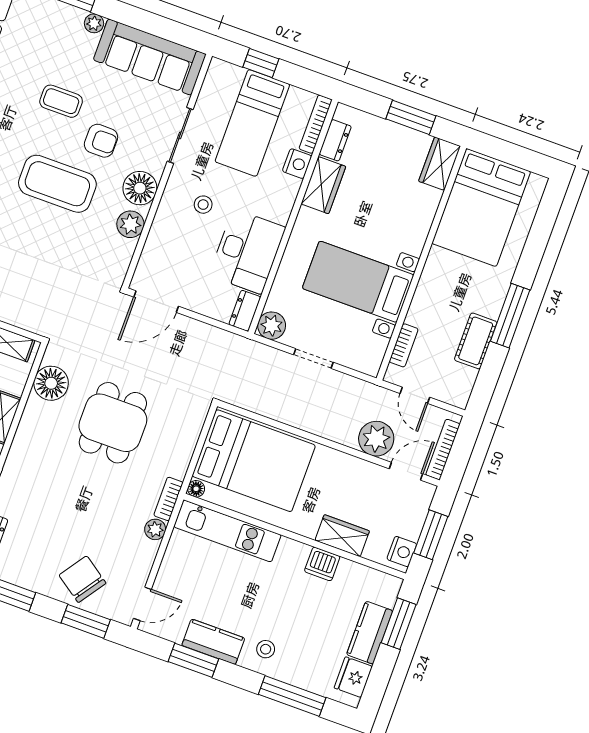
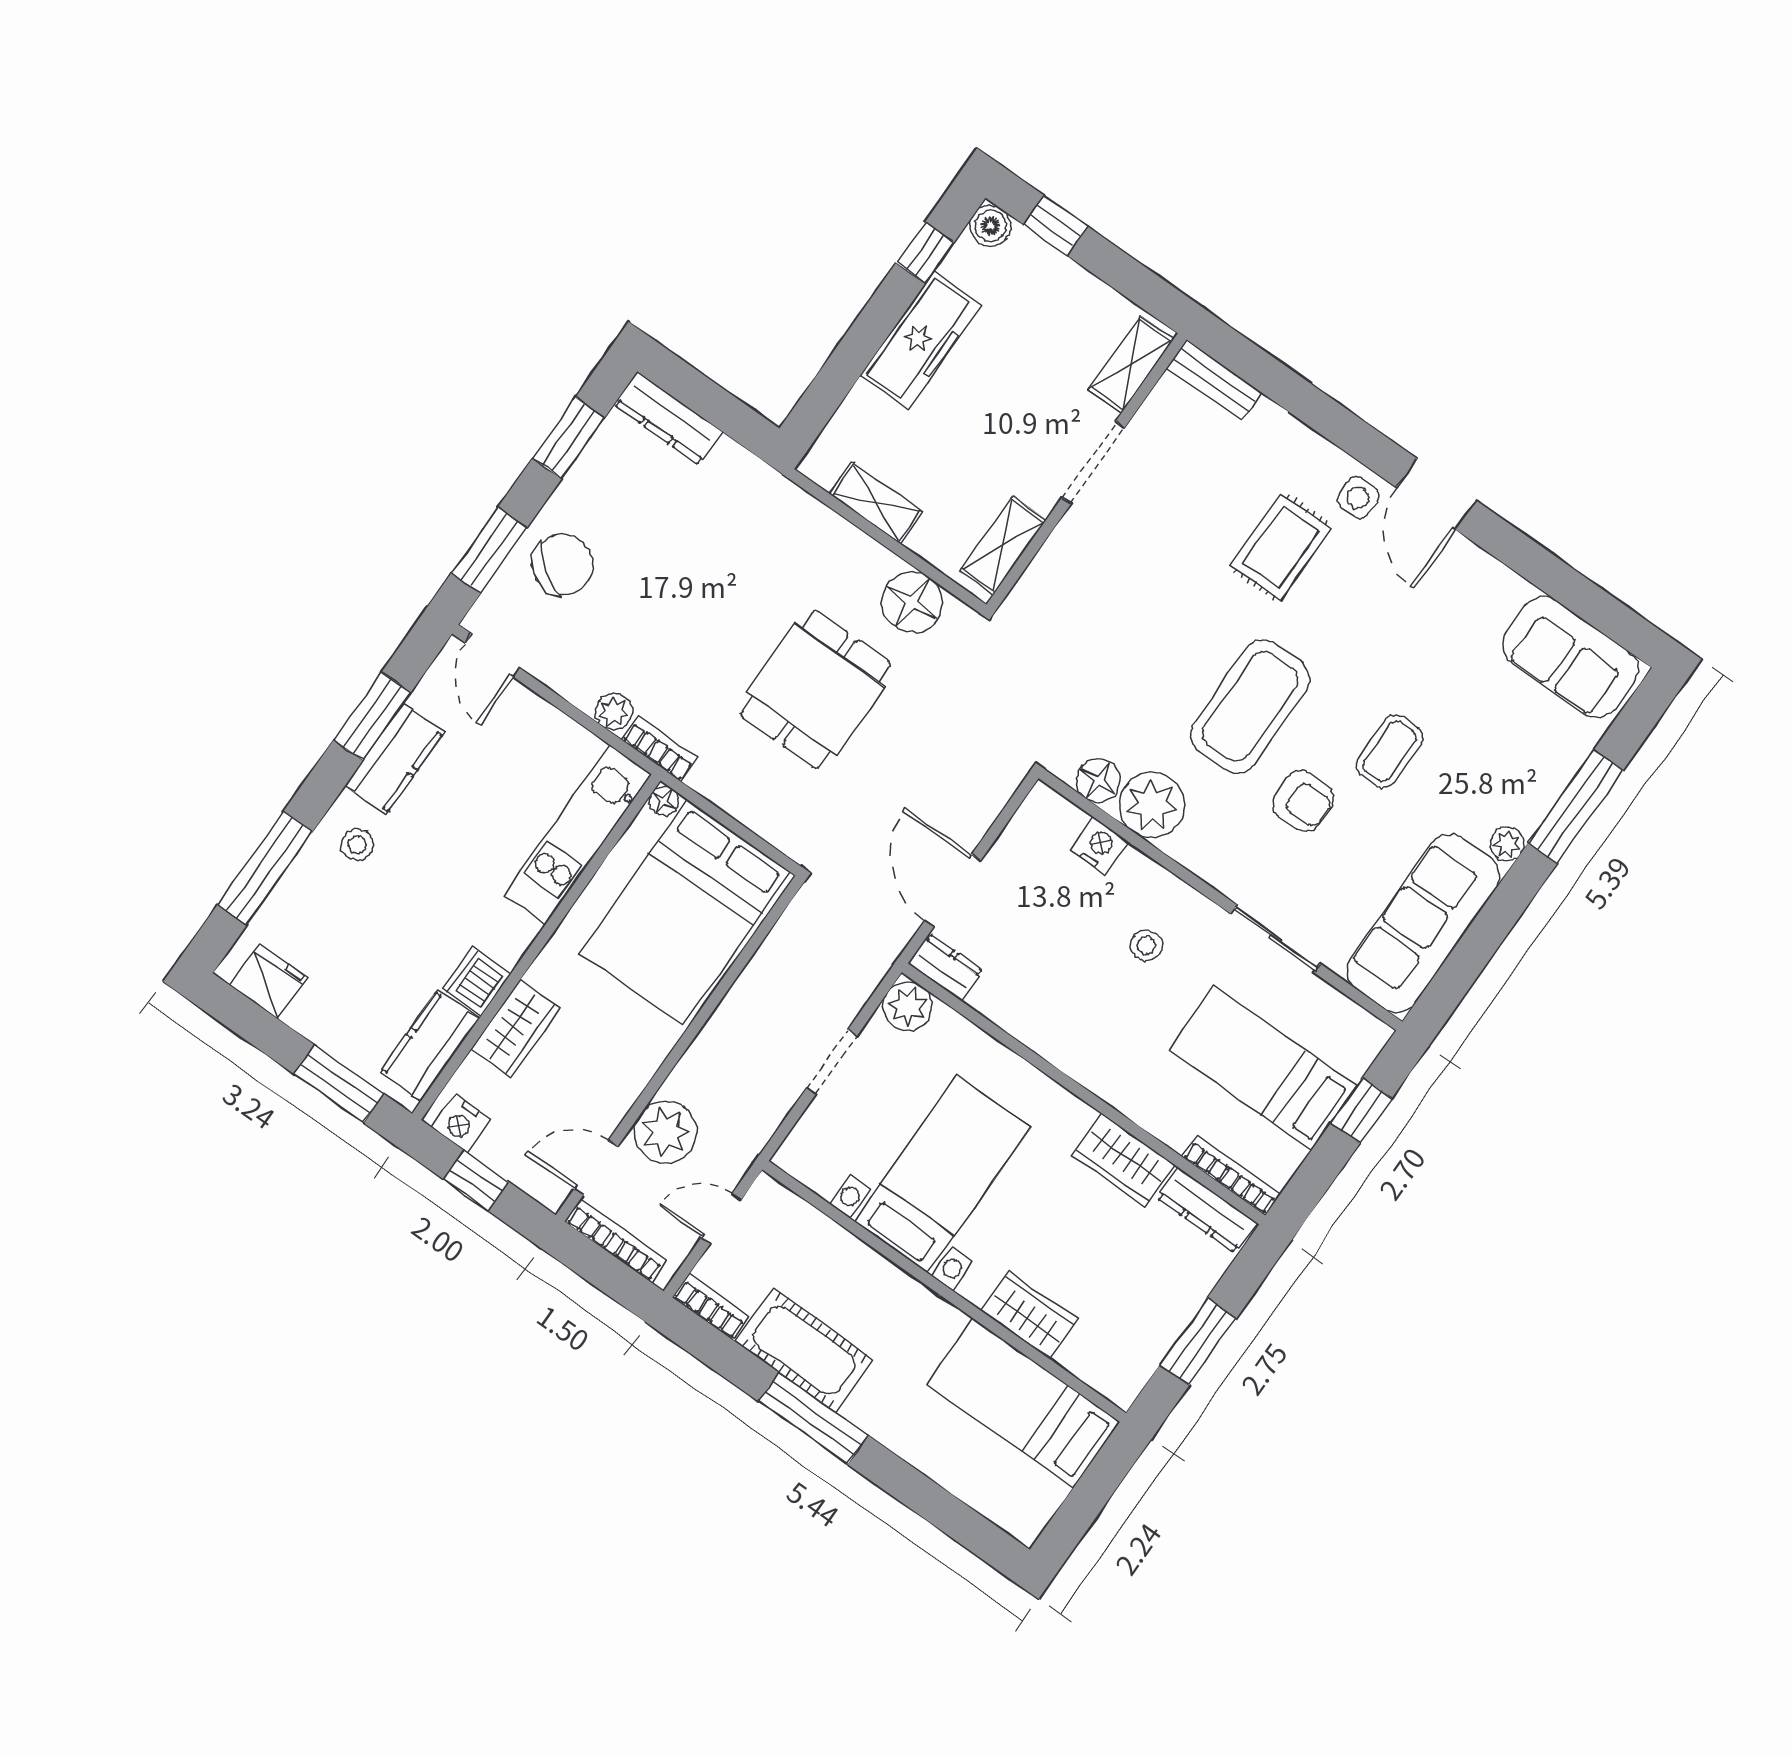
dresser: (335, 140) -> (1206, 1210), width x1.44
armchair: (101, 141) -> (1303, 801), turned -90
nightstand: (297, 164) -> (1099, 846), moved, turned 180
wardrobe: (440, 164) -> (1029, 1315), moved
floor lamp: (140, 188) -> (1098, 781), moved, width x0.73, depth x0.73
bed: (481, 207) -> (1023, 1403), width x0.67
plant: (130, 224) -> (1152, 805), width x1.36, depth x1.36
desk: (247, 251) -> (1046, 999), removed
door: (156, 302) -> (953, 890), moved
cot: (476, 341) -> (804, 1350), width x1.37, depth x1.34
bookcase: (404, 345) -> (711, 1307), moved, turned 180
dining table: (113, 423) -> (816, 689), turned 90
door: (406, 471) -> (596, 1168), swing flipped
window: (431, 535) -> (476, 1180), width x0.67
kitchen counter: (370, 633) -> (429, 1045), moved, turned -90

